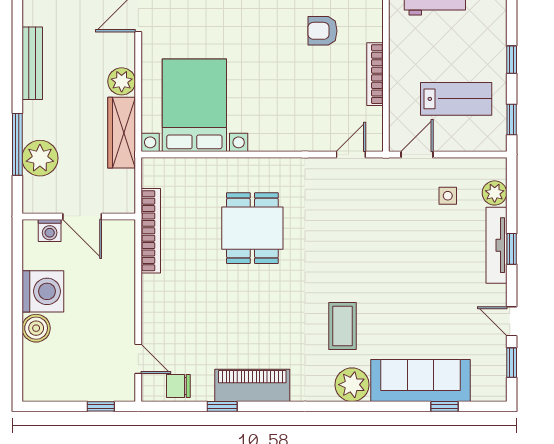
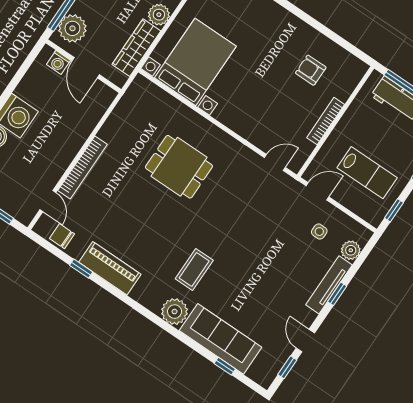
wall: (79, 216) -> (83, 66), moved
door: (82, 216) -> (86, 68), moved
dining table: (252, 228) -> (179, 167), turned 90
washing machine: (50, 230) -> (58, 62), moved
bookcase: (151, 231) -> (83, 167), moved

